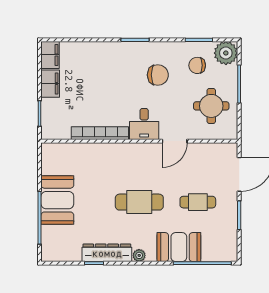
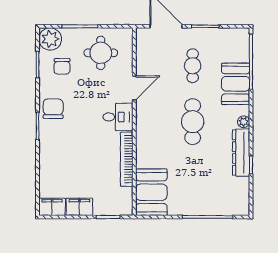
chair: (158, 75) -> (53, 109), moved
door: (175, 141) -> (134, 88), hinge flipped
booth: (57, 200) -> (151, 192), moved, turned 90

